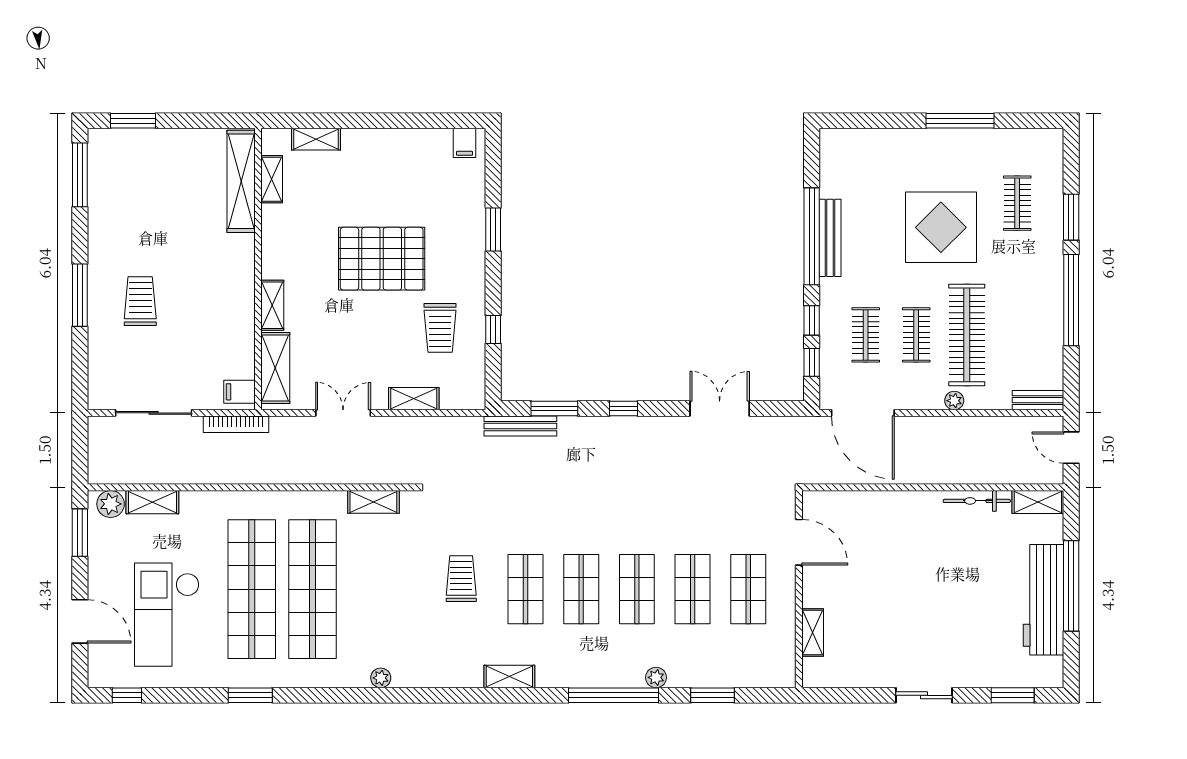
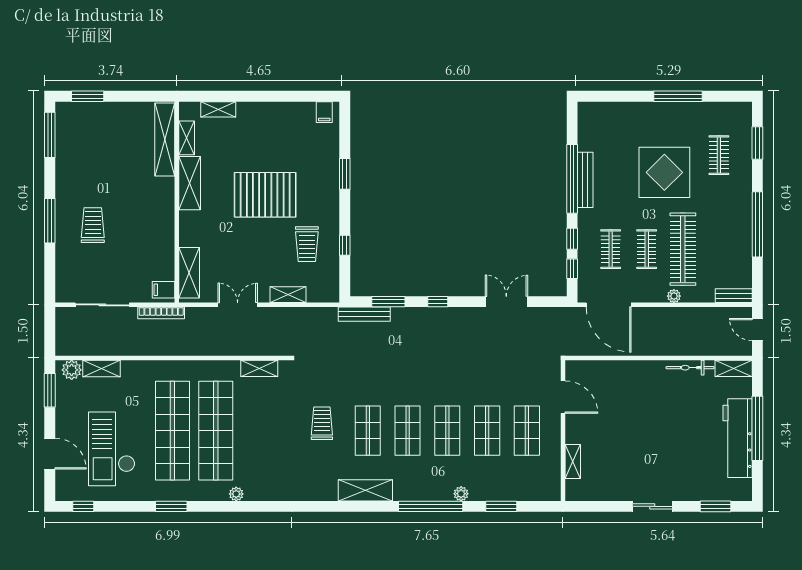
window: (1071, 217) -> (757, 143), moved
shelving: (272, 305) -> (190, 183), moved, width x1.50, depth x1.33
shelving: (509, 676) -> (365, 490), width x1.50, depth x1.33
plant: (381, 678) -> (236, 494), moved

